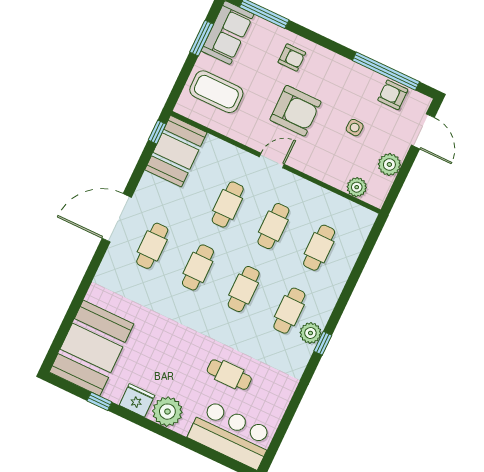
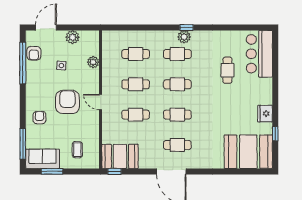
coffee table: (216, 92) -> (77, 150), width x0.54, depth x0.58
plant: (357, 187) -> (93, 62), moved
plant: (167, 412) -> (263, 94), removed

